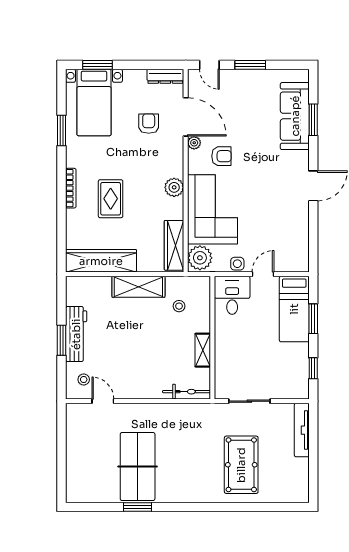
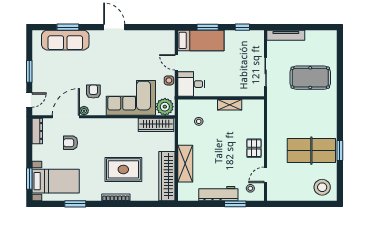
plant: (174, 187) -> (115, 125), removed
rug: (111, 199) -> (123, 169), width x1.36, depth x1.43
shelving: (138, 287) -> (185, 164), moved
window: (62, 340) -> (235, 204), moved
pallet: (141, 385) -> (254, 148), added
bicycle: (187, 392) -> (259, 116), removed
stool: (85, 482) -> (322, 187), added

